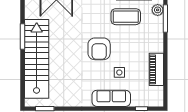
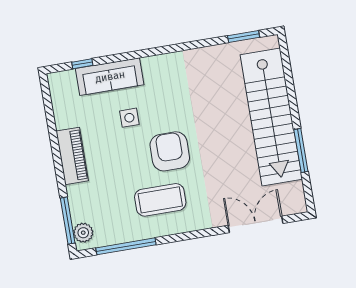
coffee table: (126, 17) -> (160, 200), moved
piano: (156, 69) -> (72, 156), moved
sofa: (111, 98) -> (110, 77), moved

